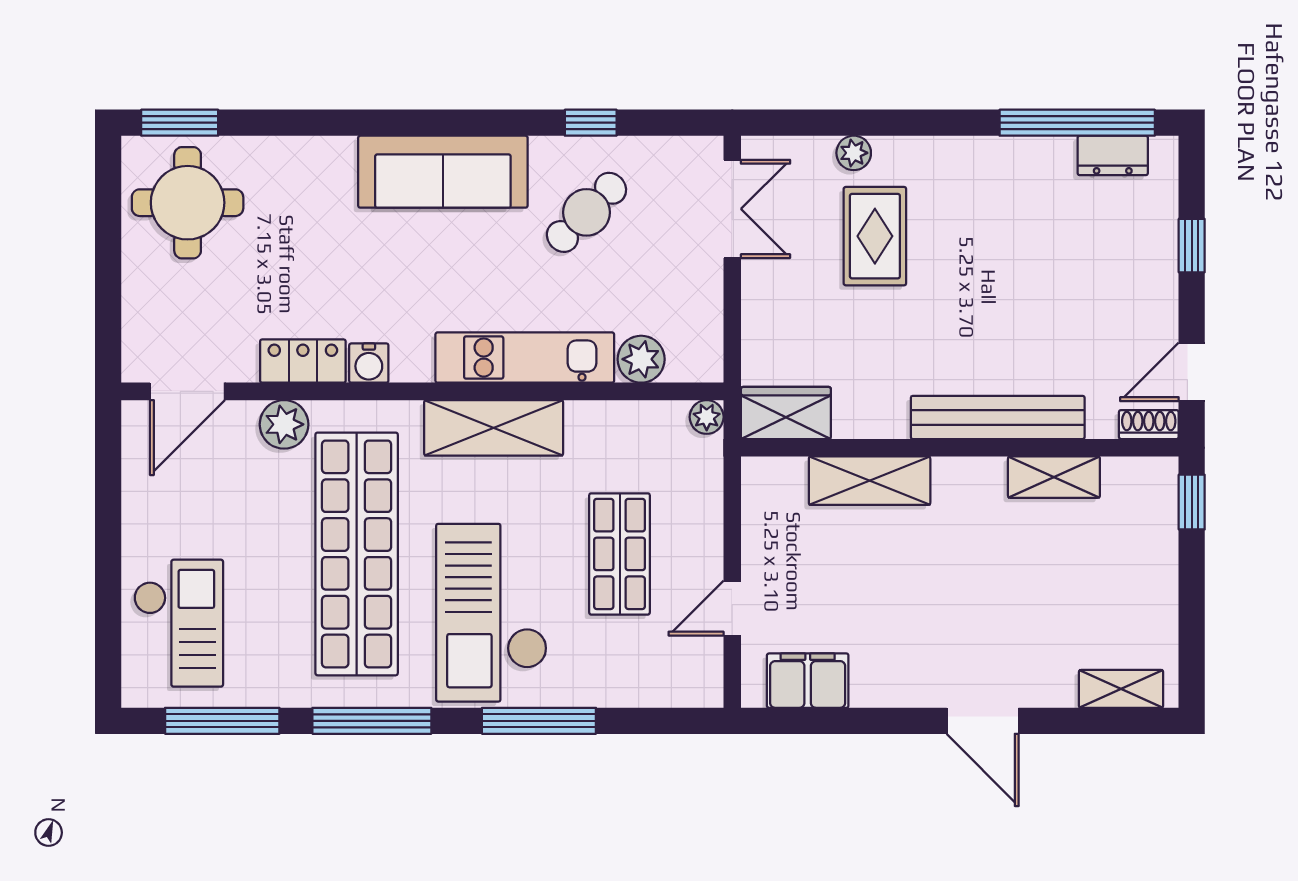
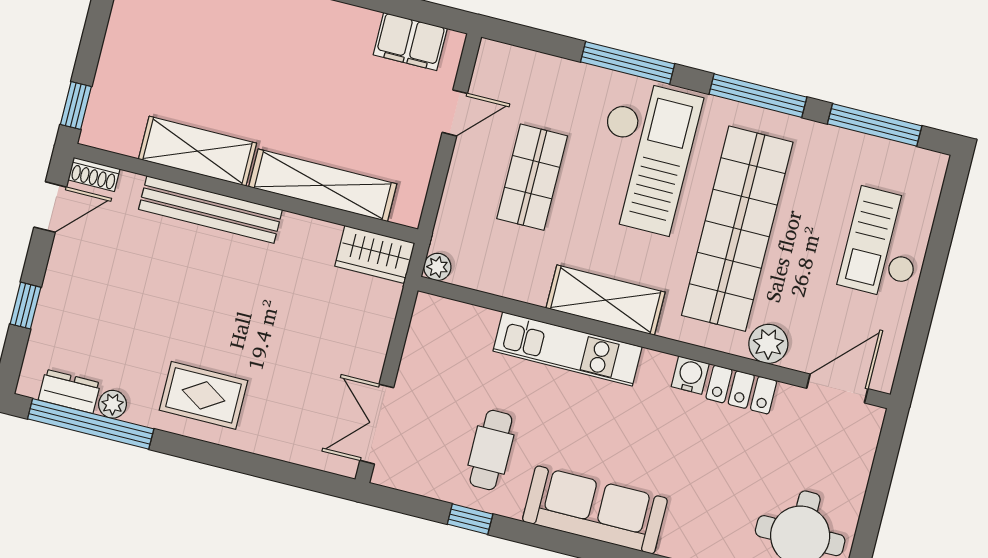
plant: (854, 153) -> (113, 404), moved
cafe table: (586, 212) -> (491, 450), turned -45
rug: (875, 236) -> (204, 395), moved, turned 90
plant: (641, 359) -> (477, 325), removed
shelving: (1054, 477) -> (198, 151), width x1.50, depth x1.33
shelving: (870, 481) -> (323, 185), width x1.47
checkout: (179, 623) -> (884, 244), moved

